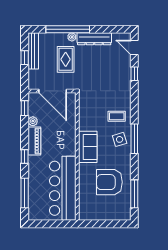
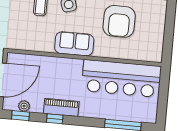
plant: (33, 121) -> (24, 106), moved
window: (25, 156) -> (55, 119), moved

